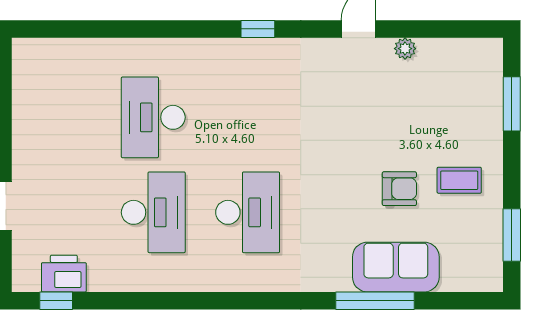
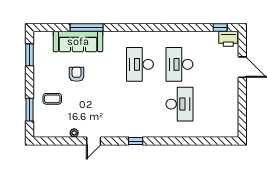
coffee table: (459, 180) -> (52, 99), moved
armchair: (399, 189) -> (77, 74), turned 90
sofa: (396, 267) -> (78, 41), width x1.36
printer: (64, 274) -> (228, 39), moved

